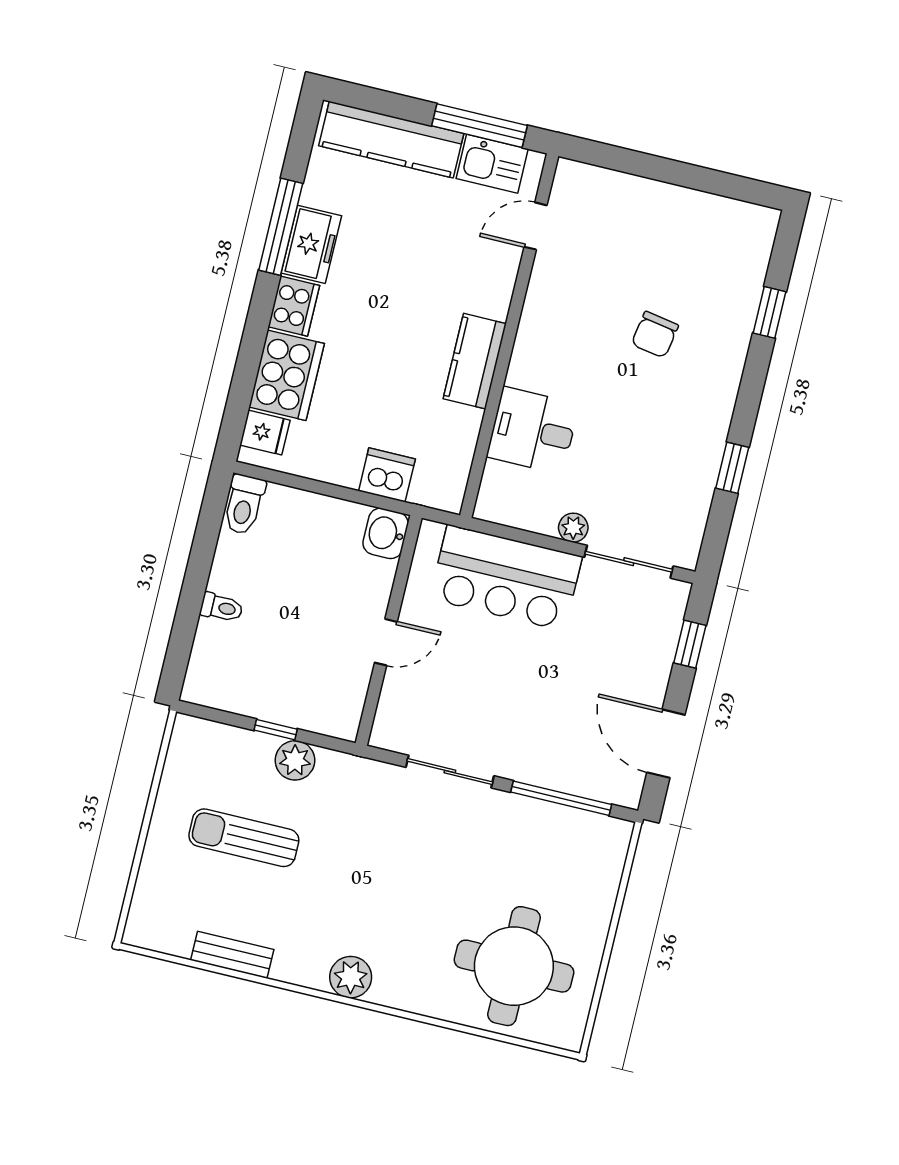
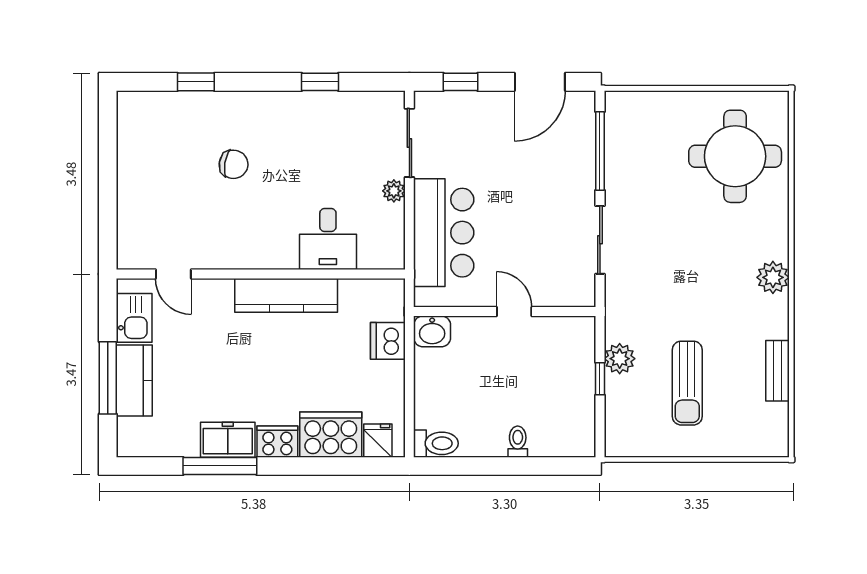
window: (479, 126) -> (108, 378), moved
kitchen counter: (391, 140) -> (134, 380), width x0.67
kitchen counter: (475, 361) -> (286, 295), width x1.50

